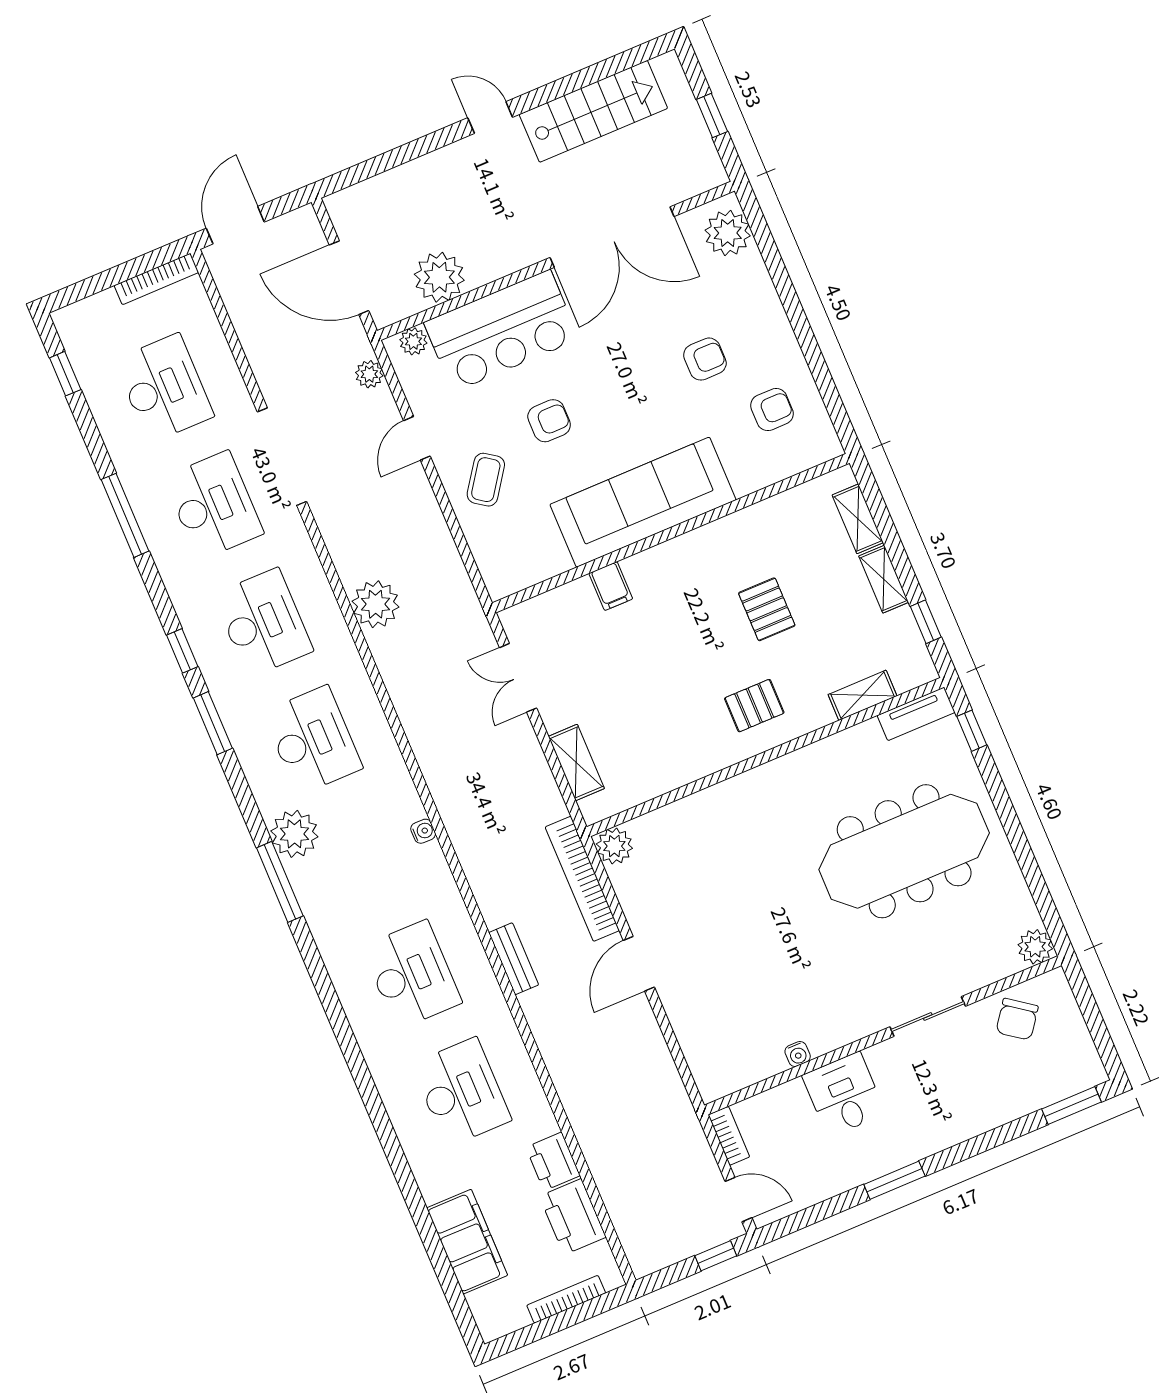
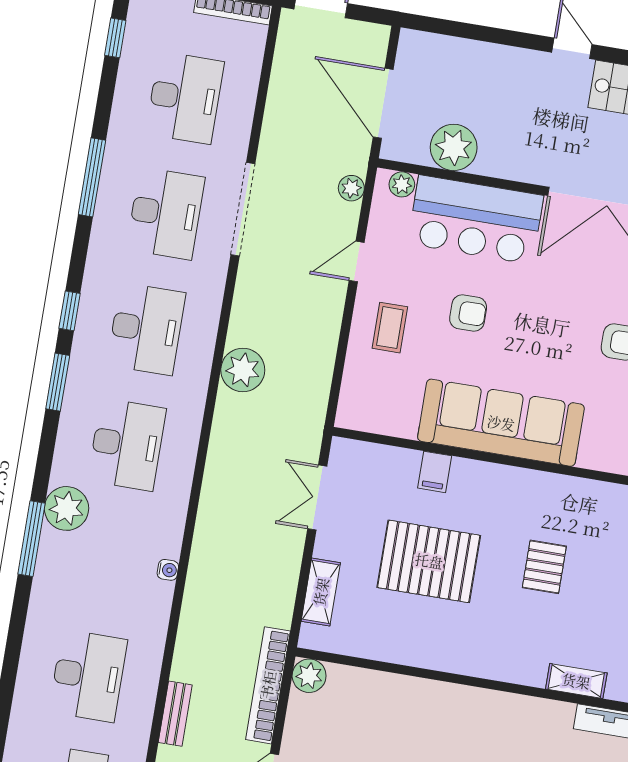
coffee table: (486, 480) -> (390, 328), turned -35
pallet: (754, 706) -> (429, 561), moved, width x2.05, depth x2.00

